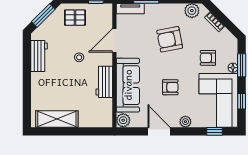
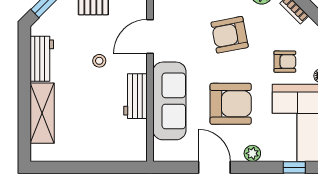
armchair: (208, 58) -> (285, 62), turned 180
armchair: (170, 87) -> (231, 104), width x1.88, depth x1.88
shelving: (57, 119) -> (42, 113), moved, turned 90
plant: (123, 120) -> (163, 151), removed

